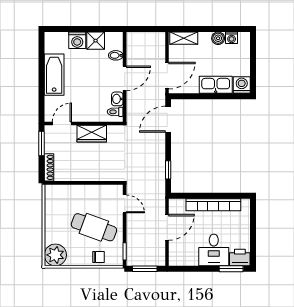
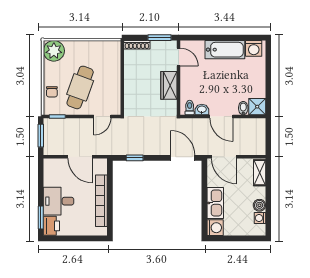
washing machine: (77, 40) -> (254, 48), moved, turned -90
shower: (96, 41) -> (257, 107), moved

